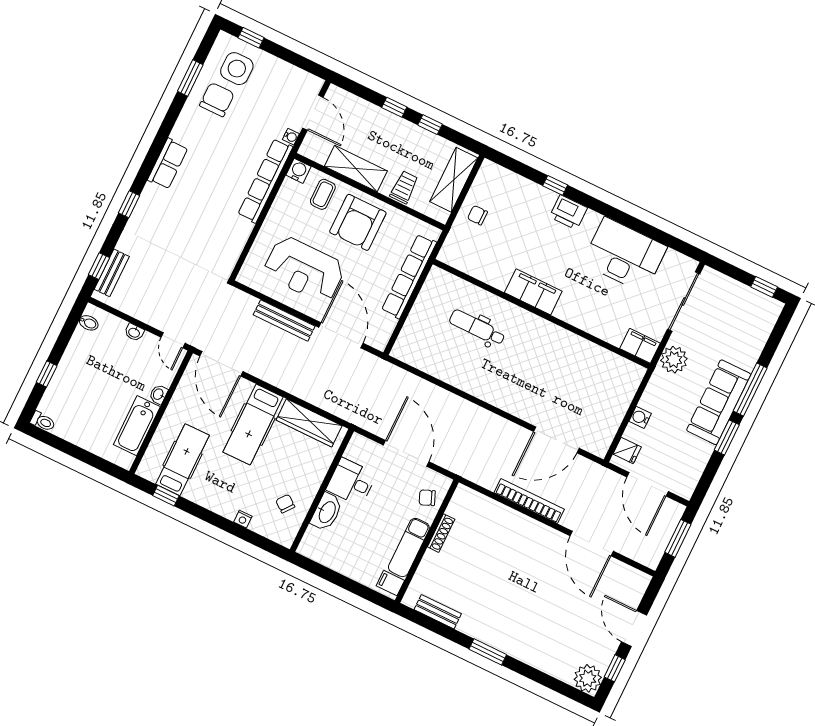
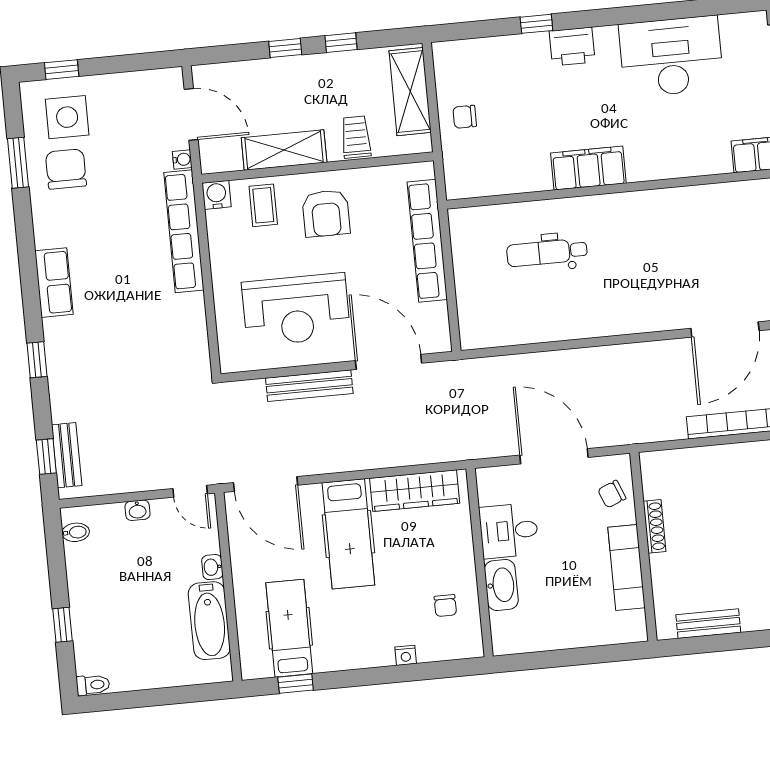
armchair: (358, 222) -> (326, 213), width x0.73, depth x0.73
chair: (285, 504) -> (445, 606), turned -128
filing cabinet: (390, 583) -> (630, 624), removed

